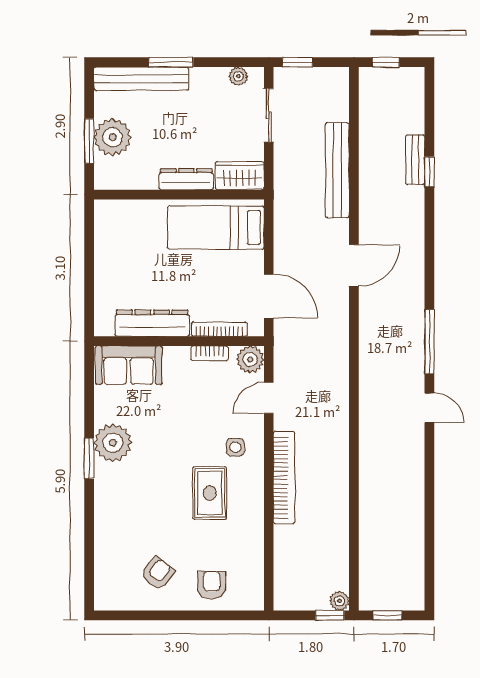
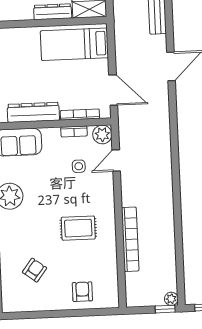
side table: (235, 447) -> (79, 166), moved
bookcase: (284, 478) -> (130, 239), moved
rug: (210, 493) -> (78, 228), turned 90
armchair: (158, 573) -> (34, 270), moved

